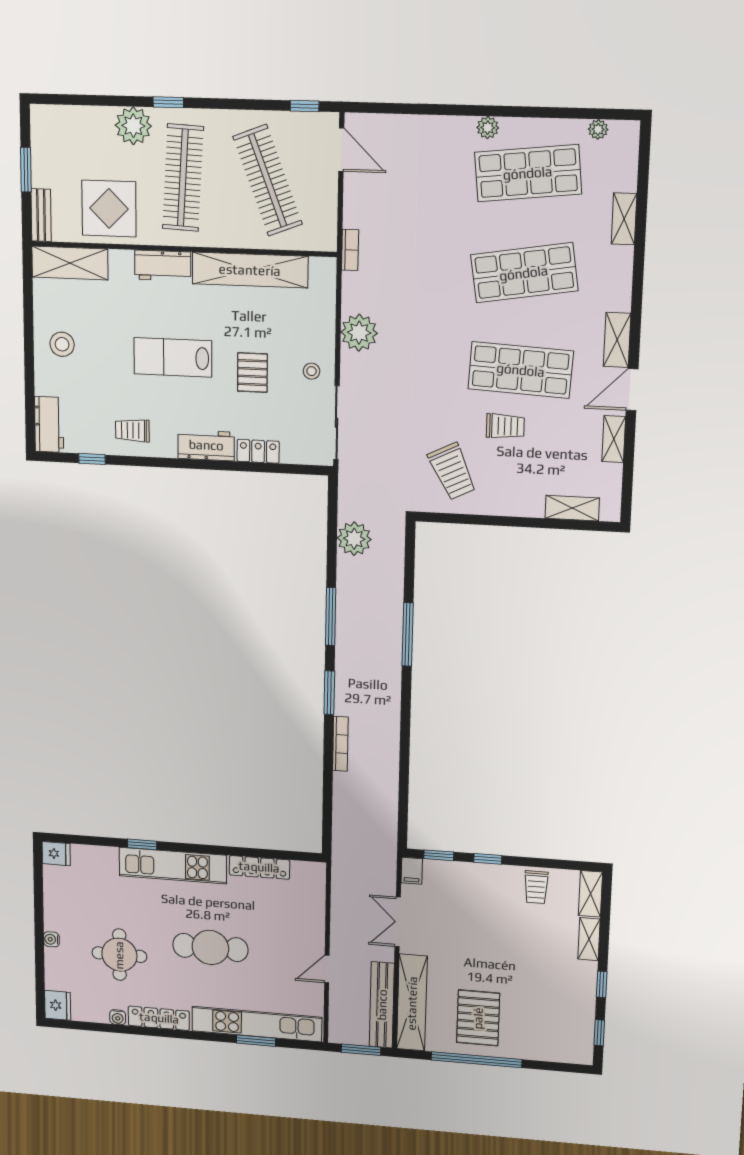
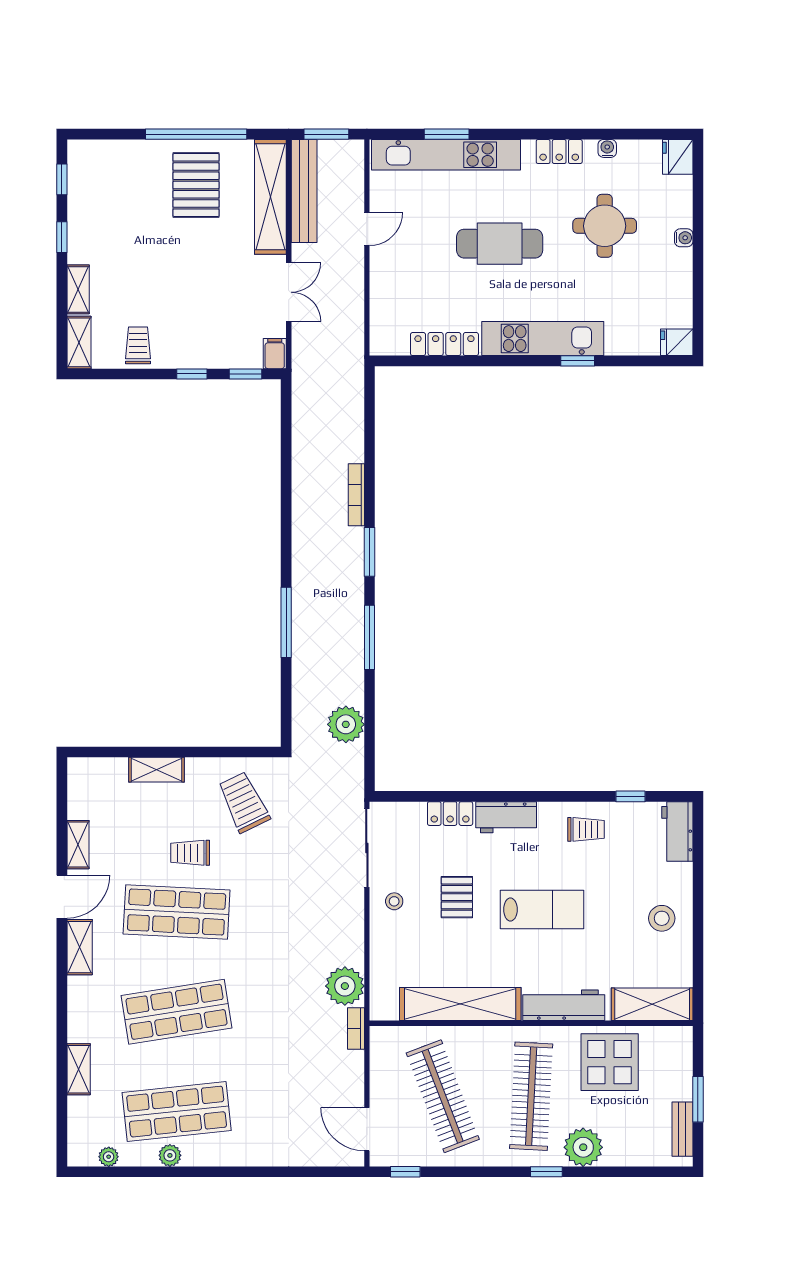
plant: (488, 128) -> (170, 1155), moved
bench: (41, 215) -> (682, 1129), moved
workbench: (163, 266) -> (564, 1005), width x1.38
plant: (359, 333) -> (345, 986), moved
shelving: (572, 508) -> (157, 770), moved
locker: (159, 1018) -> (559, 152), width x0.66

